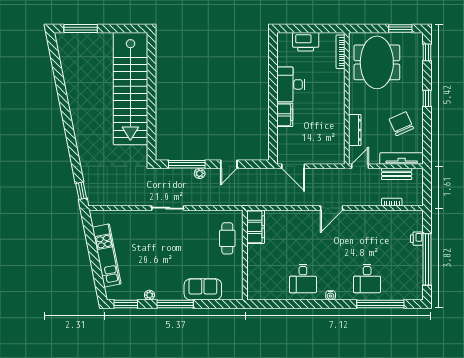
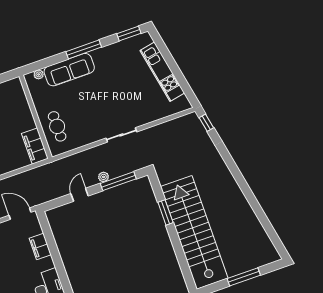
window: (81, 29) -> (244, 277), moved
filing cabinet: (285, 115) -> (40, 247), moved
window: (152, 118) -> (165, 212), added
sofa: (203, 289) -> (69, 70), width x1.36
plant: (149, 295) -> (39, 74), moved

